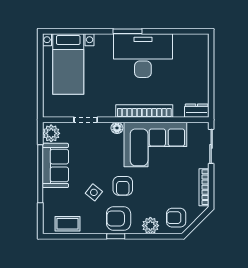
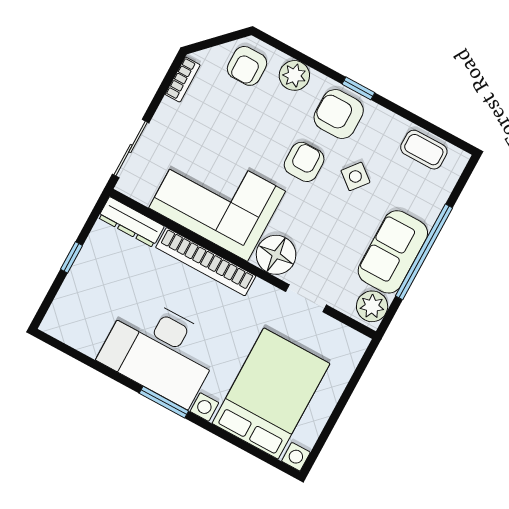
bed with nightstands: (68, 64) -> (271, 393), width x1.36
window: (211, 78) -> (71, 257), added
dresser: (197, 111) -> (131, 222), width x1.44
floor lamp: (117, 128) -> (276, 255), width x1.89, depth x1.89
bookcase: (204, 187) -> (183, 80), width x0.64
armchair: (119, 218) -> (339, 114), turned 180
armchair: (176, 218) -> (247, 66), turned 90

